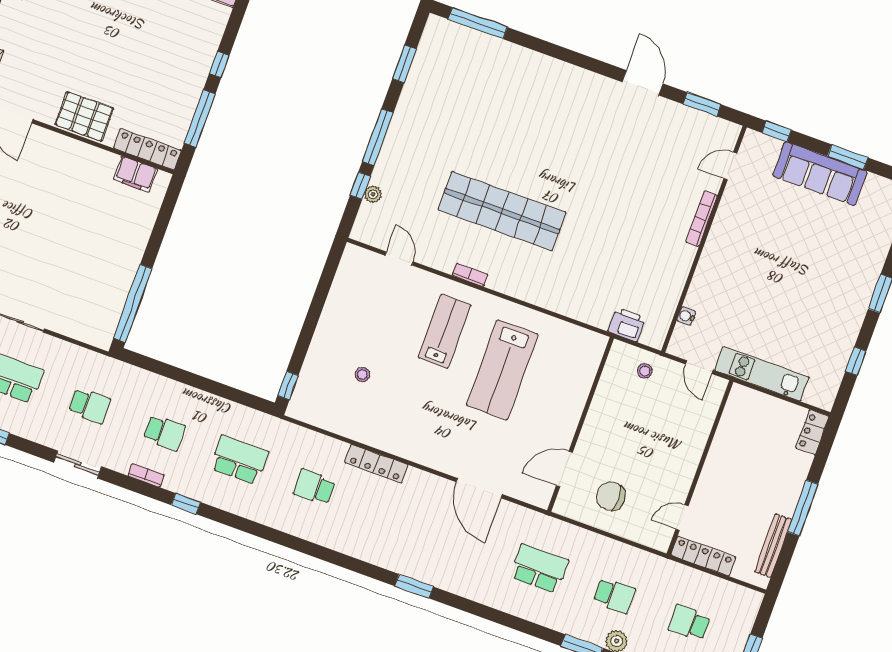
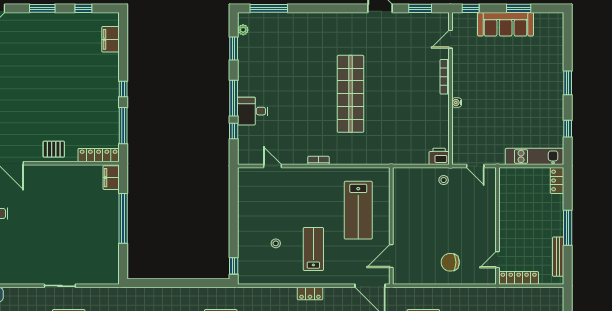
pallet: (84, 116) -> (54, 149), width x0.67, depth x0.71
desk: (399, 167) -> (253, 111), added
filing cabinet: (135, 174) -> (111, 178), moved, turned 90
plant: (373, 194) -> (243, 30), moved
shop shelf: (502, 211) -> (350, 94), moved, turned 90
window: (133, 303) -> (123, 218), moved
water cooler: (686, 316) -> (457, 103), moved
printer: (627, 325) -> (439, 156), moved
lab bench: (444, 331) -> (313, 249), moved
kitchen unit: (762, 374) -> (534, 156), moved
wall: (580, 424) -> (391, 226), moved
locker: (376, 464) -> (310, 294), width x0.66
door: (564, 469) -> (391, 256), moved

